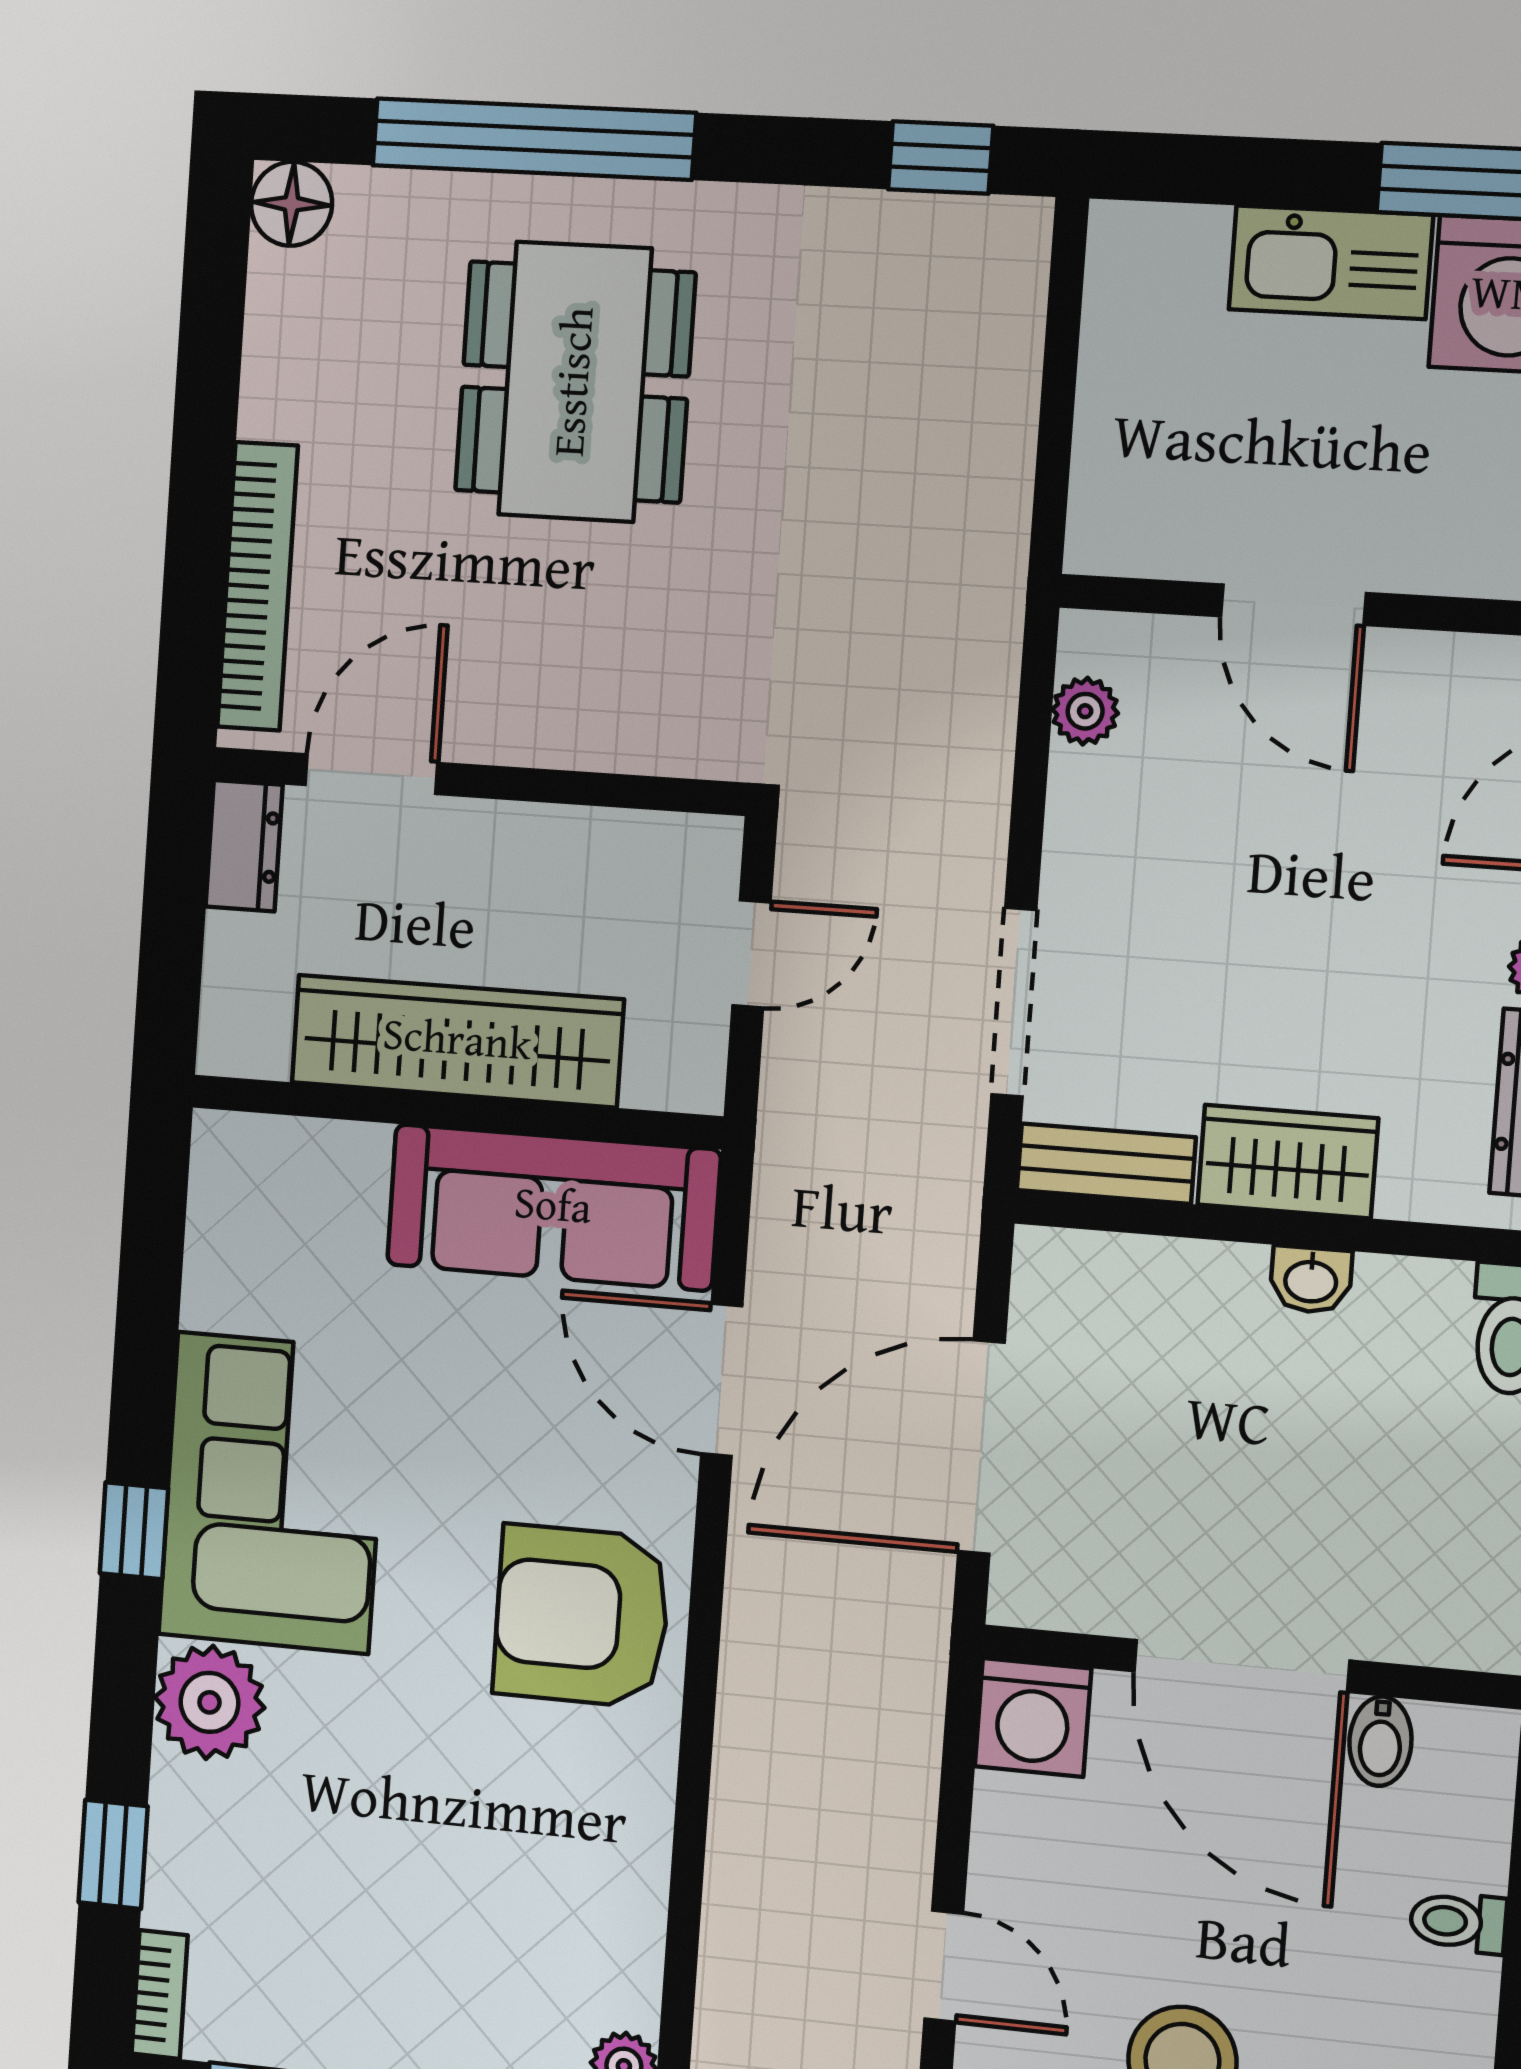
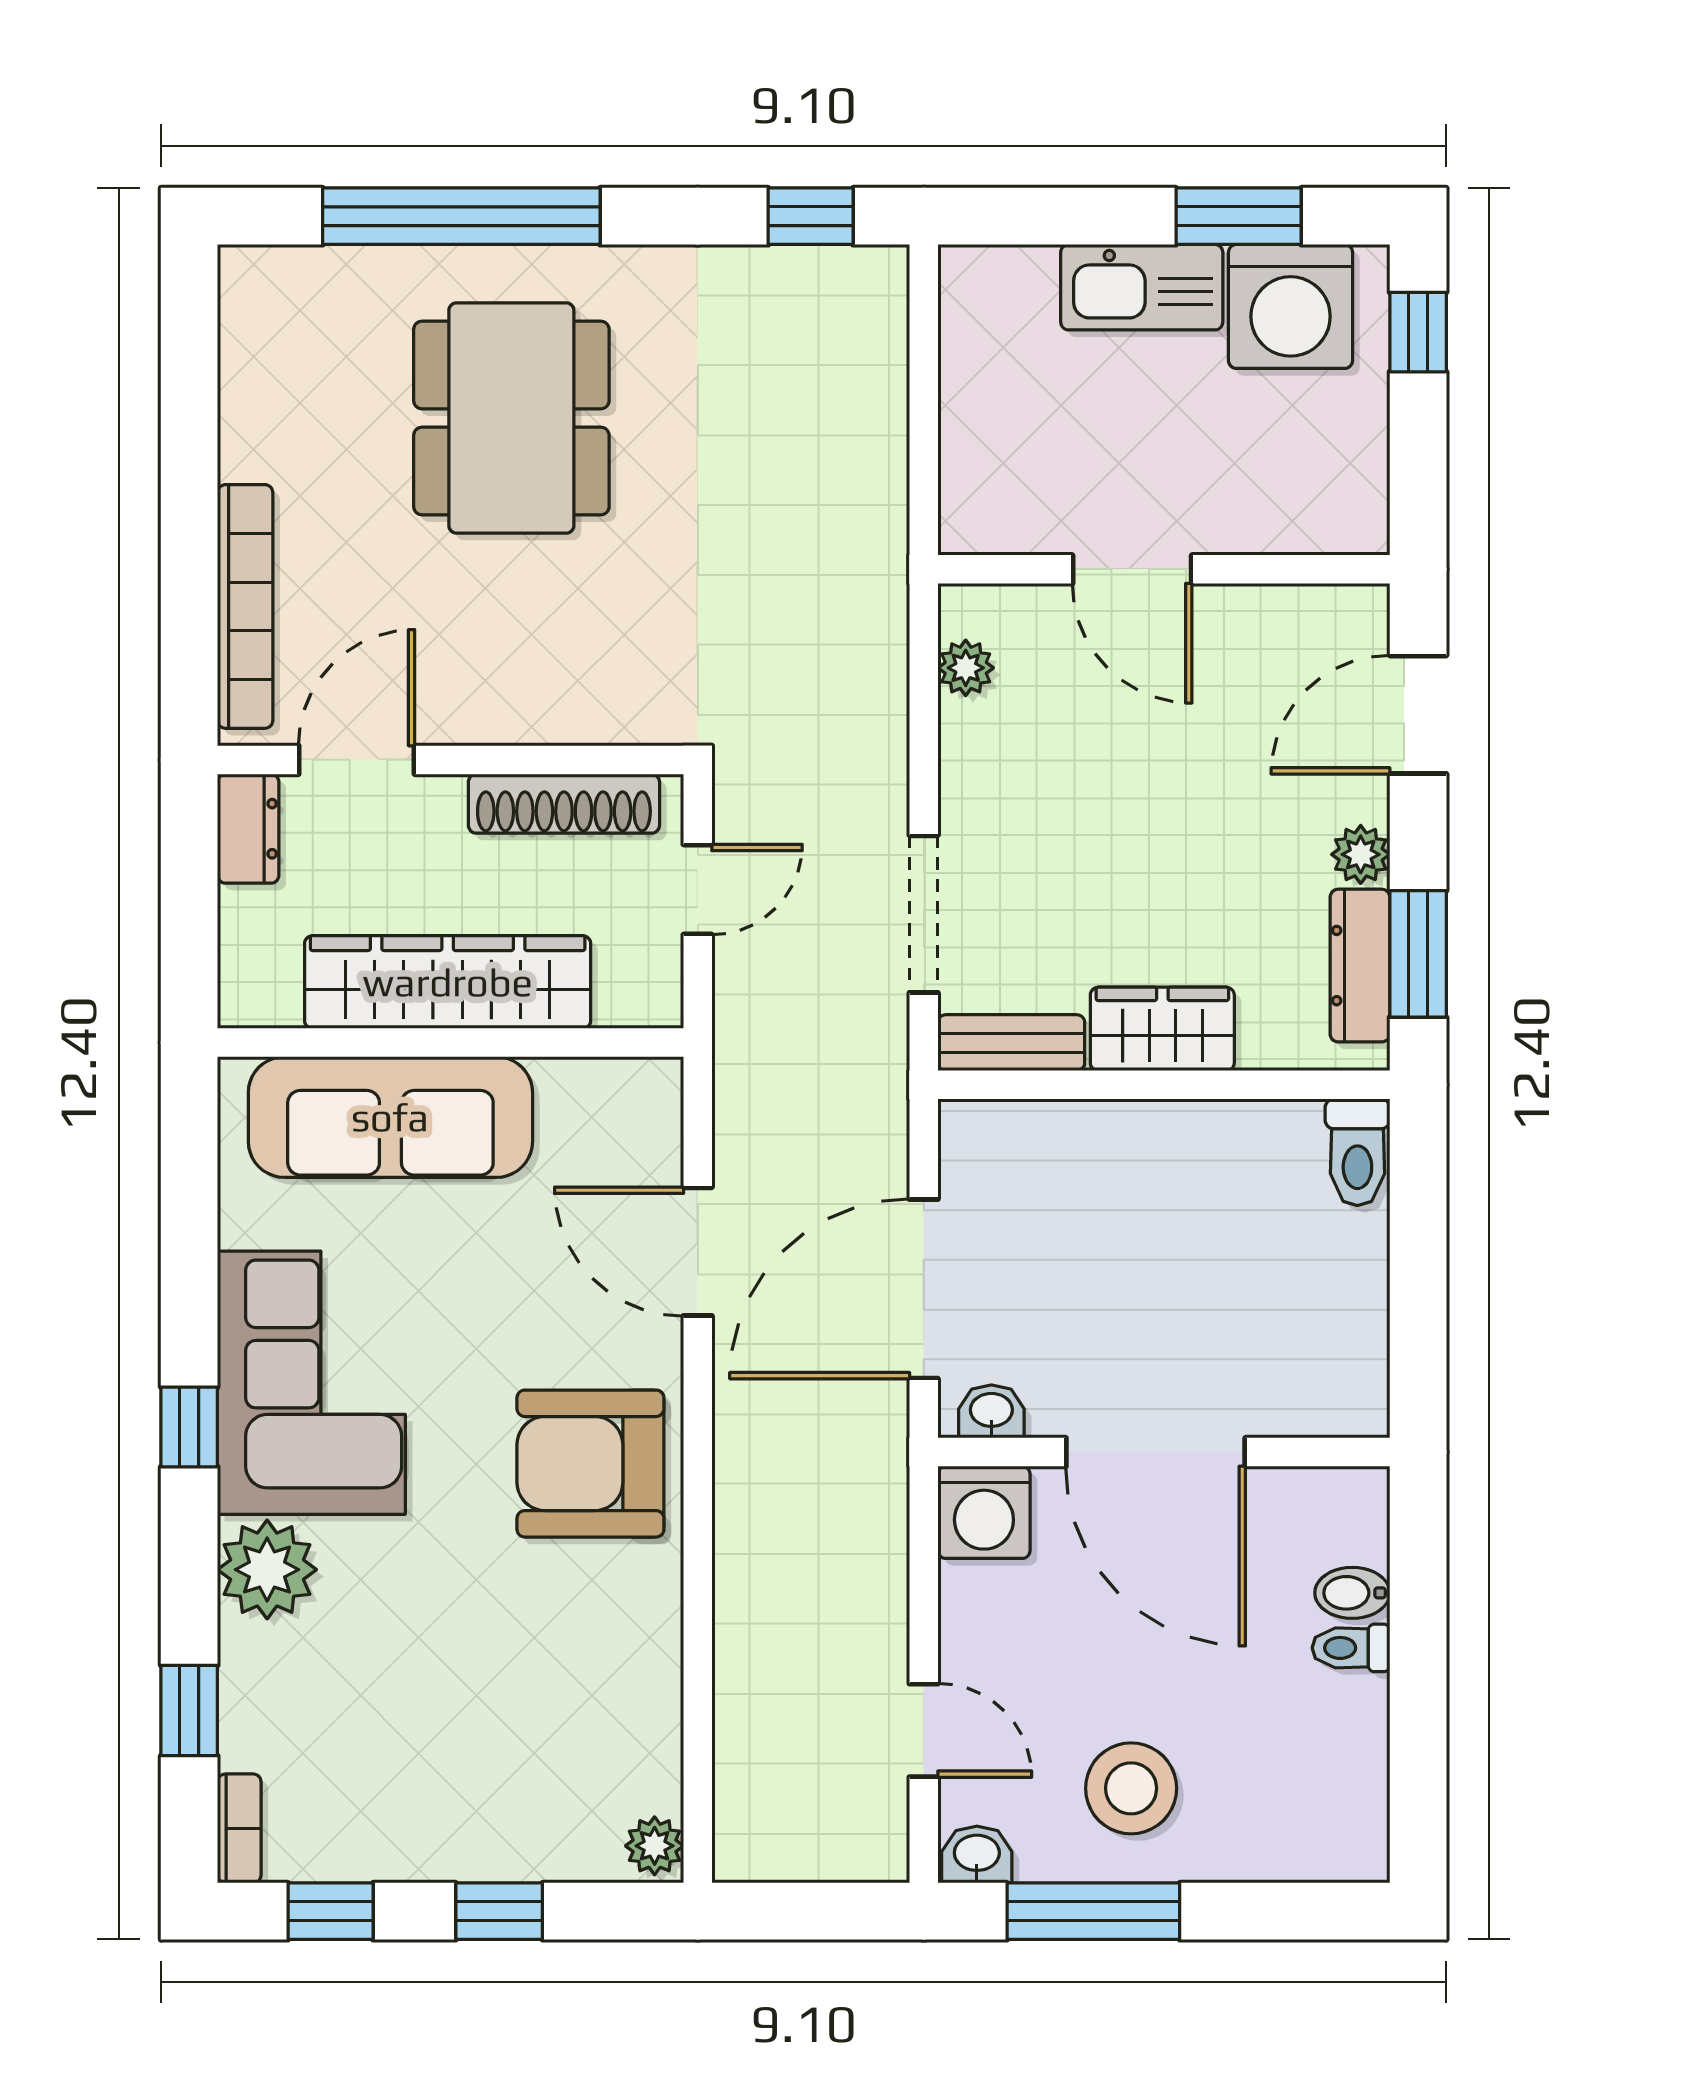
floor lamp: (292, 204) -> (253, 280), removed
shoe rack: (604, 841) -> (564, 804), added
sofa: (553, 1207) -> (390, 1117), moved
washbasin: (1311, 1280) -> (991, 1411), moved, turned 180
bidet: (1380, 1741) -> (1352, 1593), moved, turned 90

